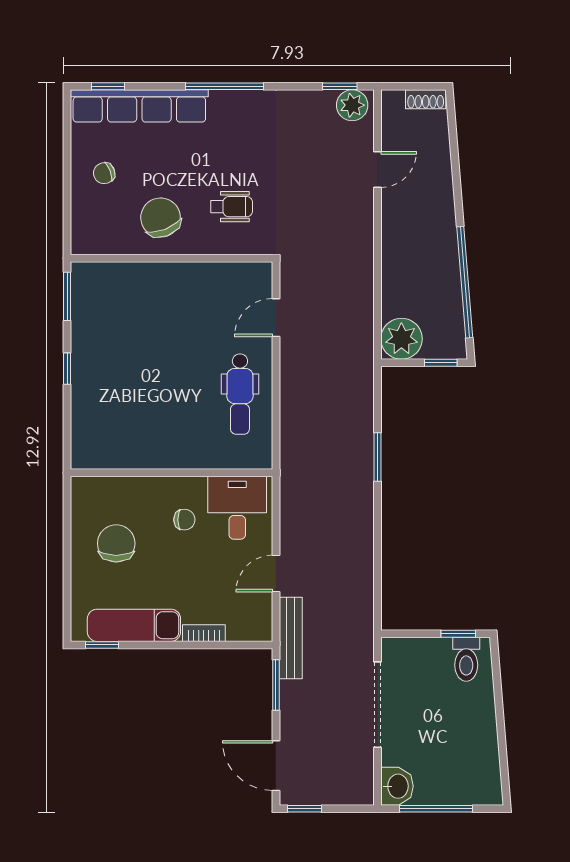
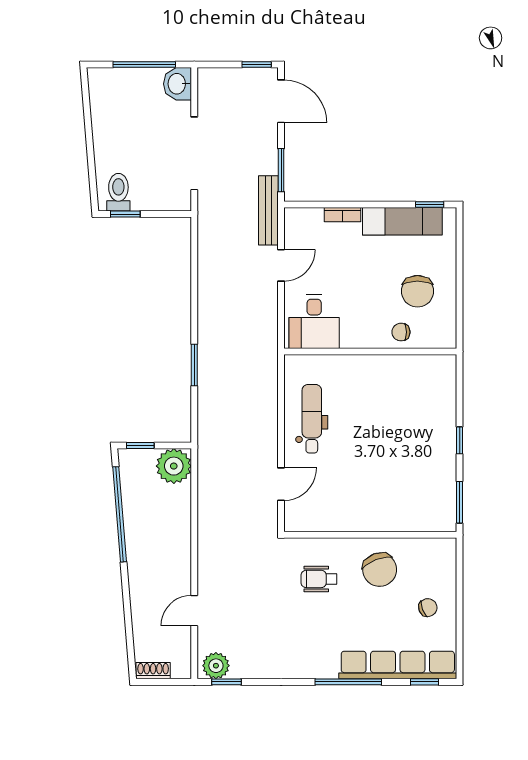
window: (225, 86) -> (348, 682), moved
chair: (184, 520) -> (401, 332), moved

